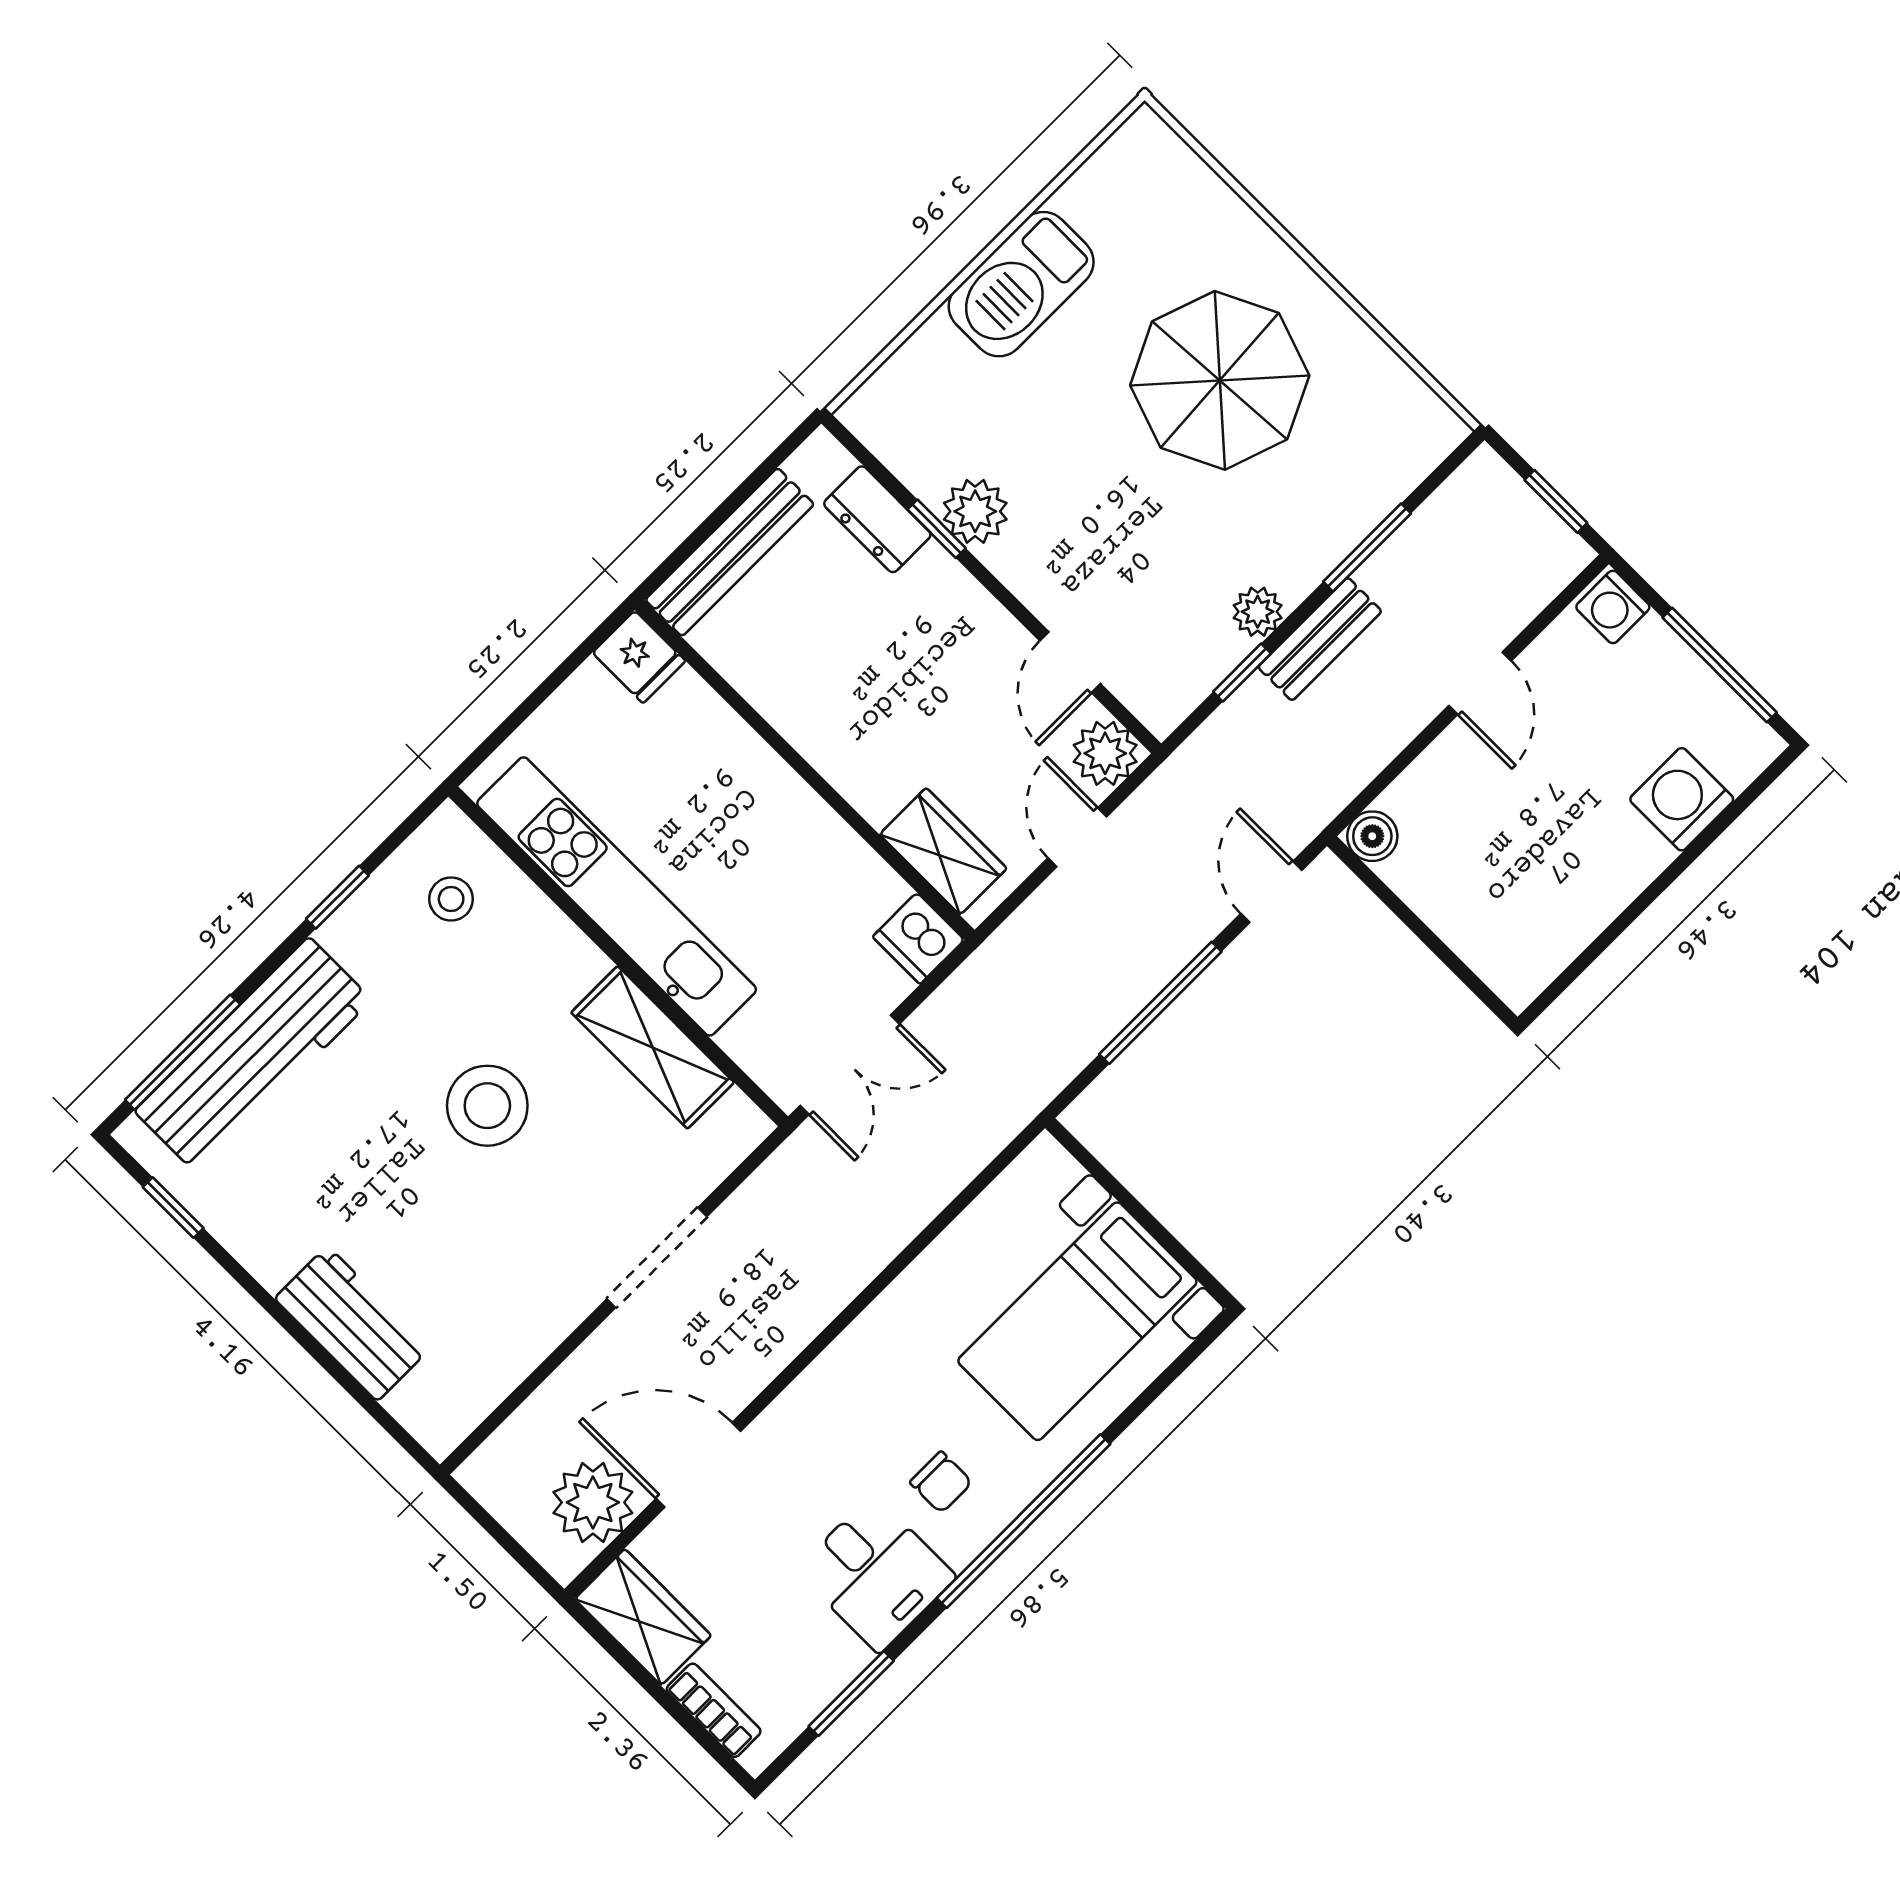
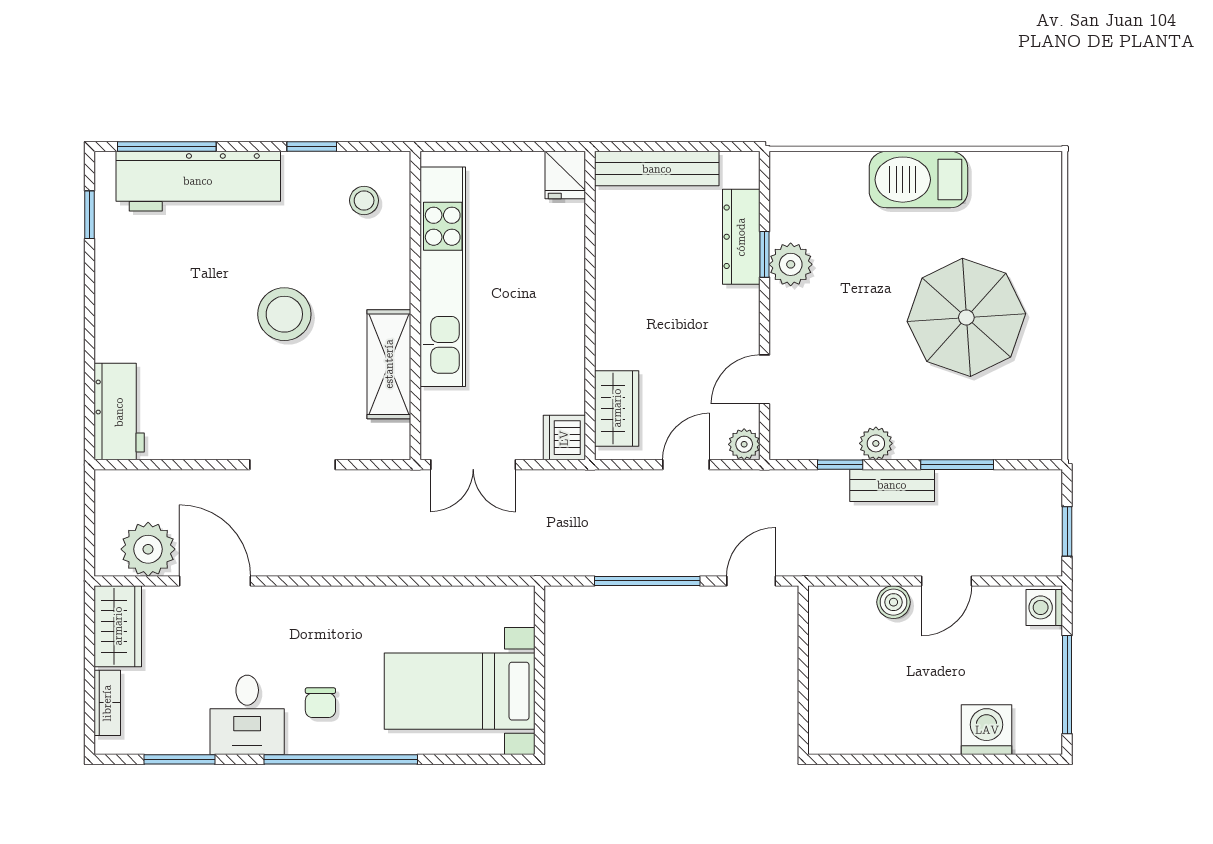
dresser: (877, 519) -> (741, 237), width x1.44
plant: (1105, 753) -> (744, 444), width x0.73, depth x0.73
boiler: (1372, 836) -> (893, 602), moved
workbench: (352, 1323) -> (119, 412), moved

